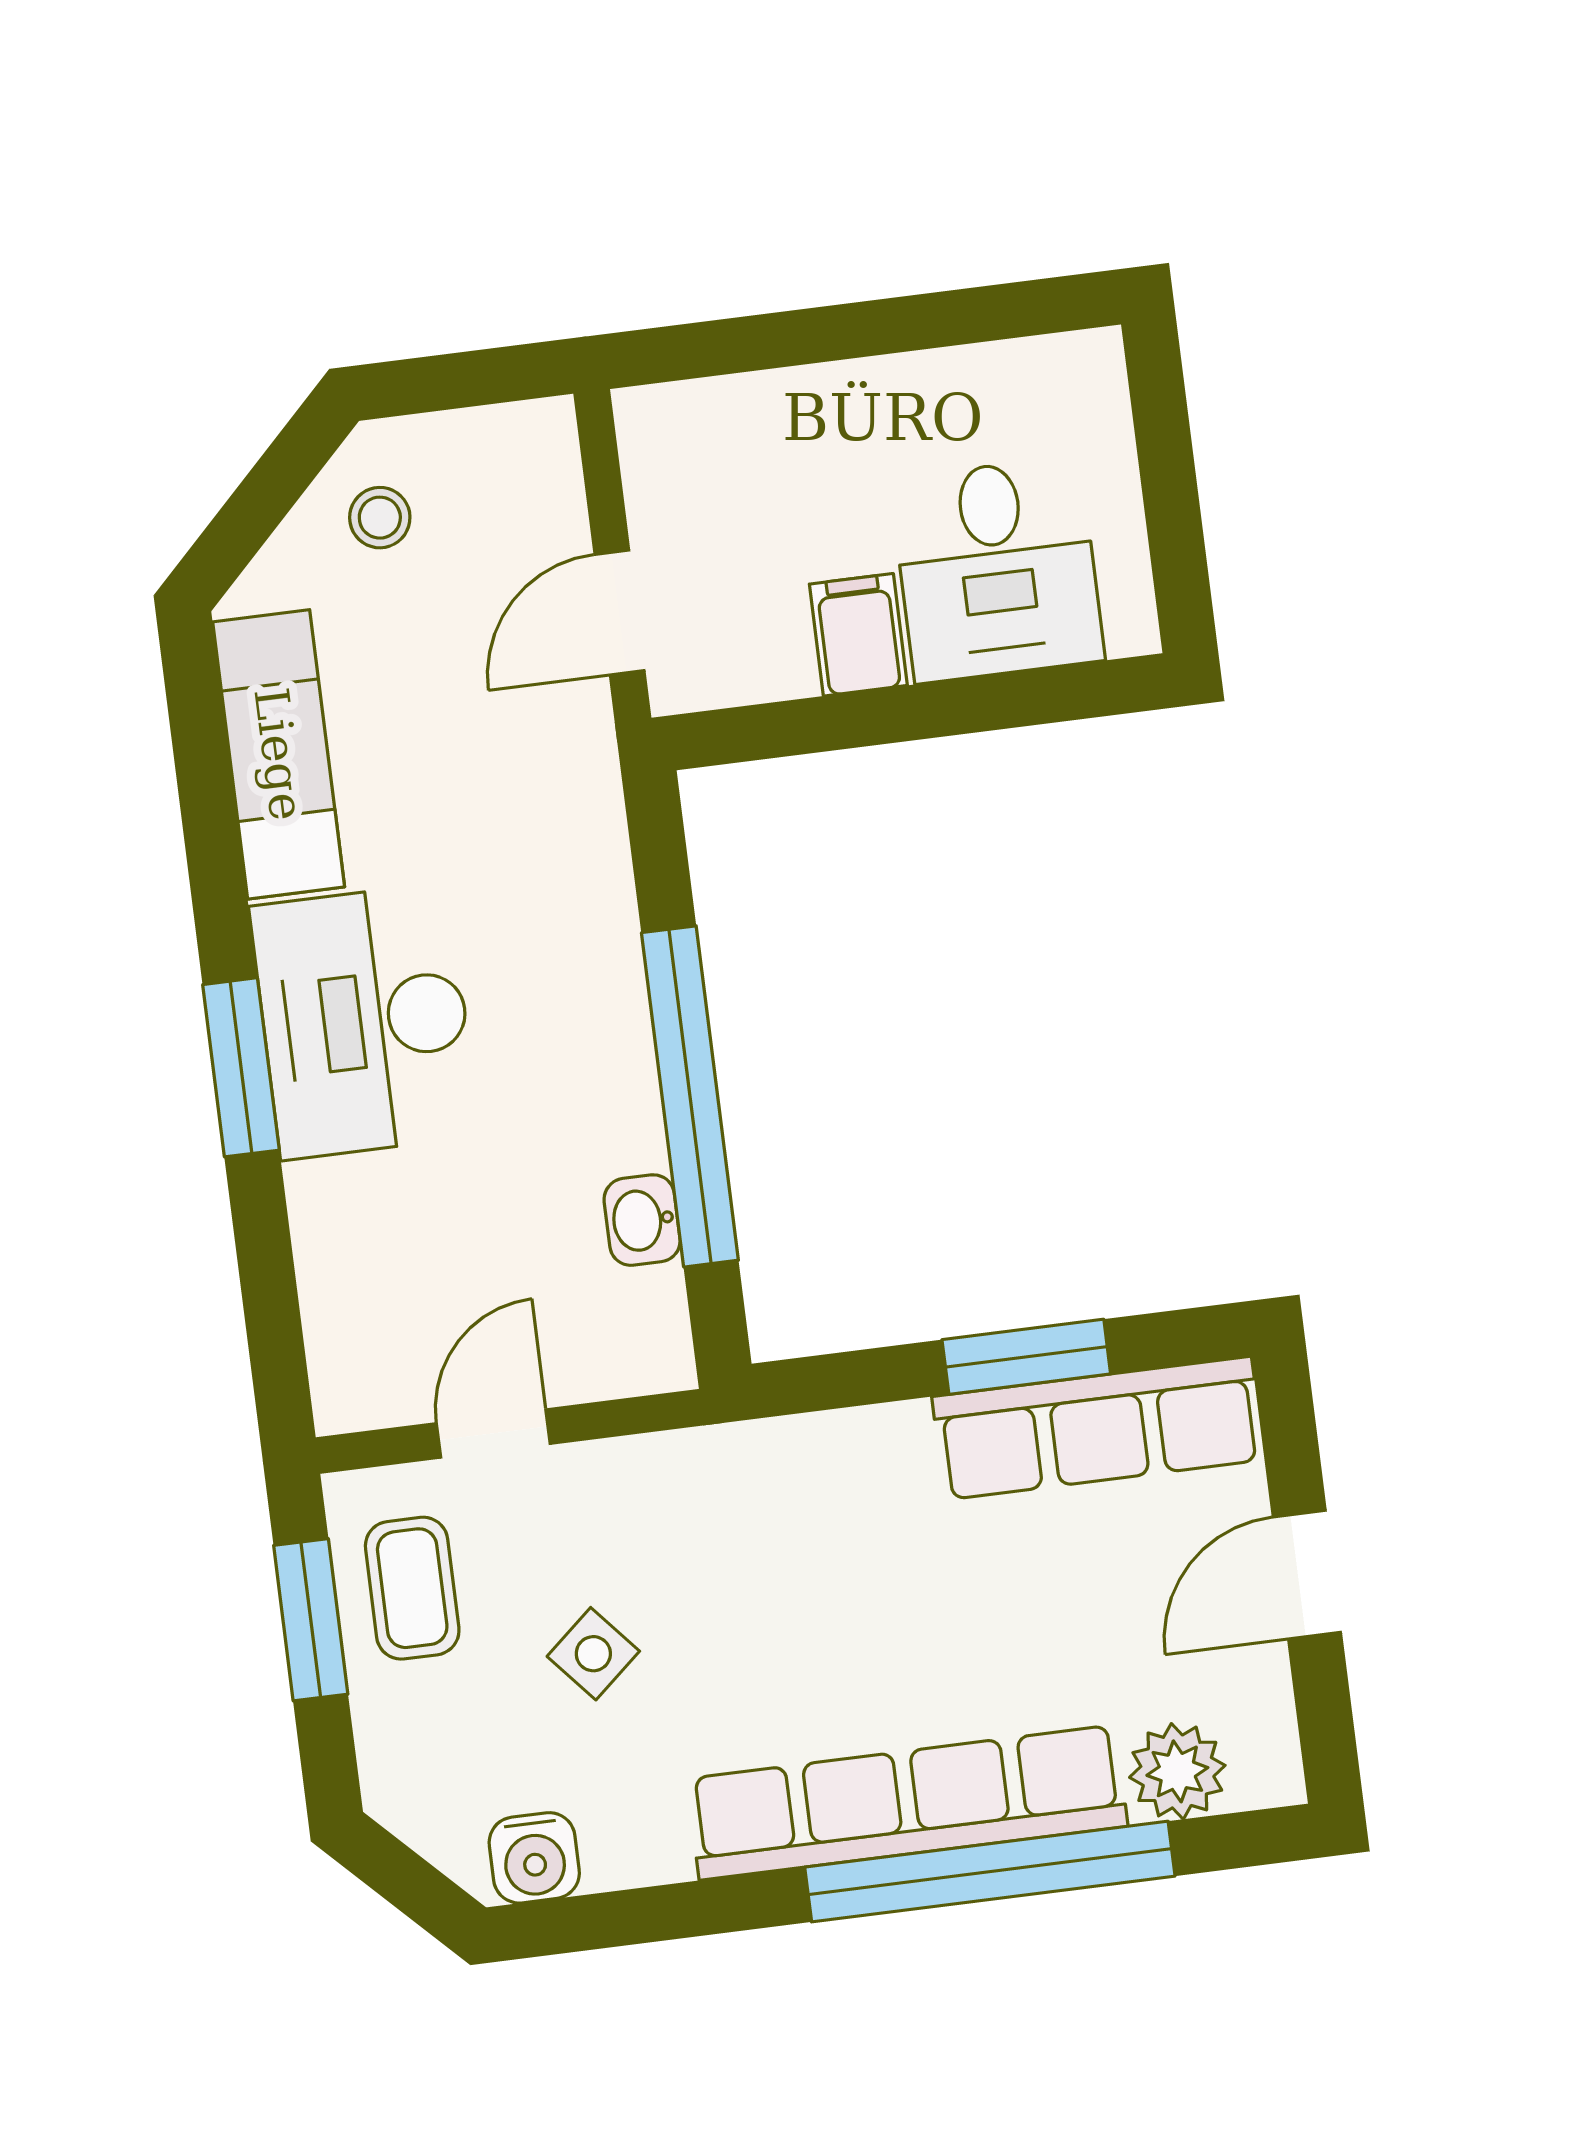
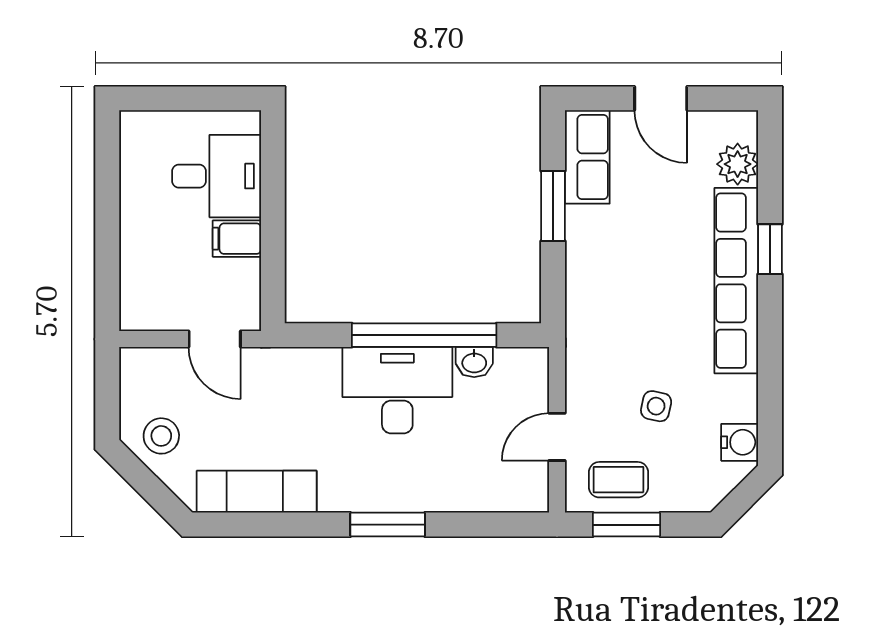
stool: (380, 518) -> (161, 436), width x1.37, depth x1.37
desk: (365, 1021) -> (397, 390), moved, turned 180
row of seats: (1098, 1428) -> (587, 157), width x0.68
door: (493, 1433) -> (557, 437), hinge flipped
side table: (593, 1654) -> (656, 406), turned -37
window: (990, 1872) -> (770, 249), width x0.32

